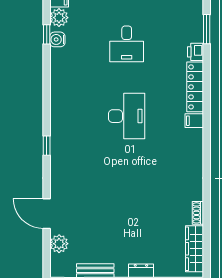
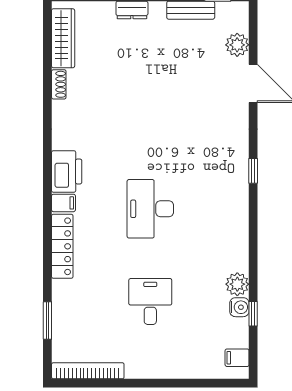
plant: (59, 18) -> (237, 284), moved
printer: (196, 52) -> (67, 171), moved, width x1.87, depth x1.48

